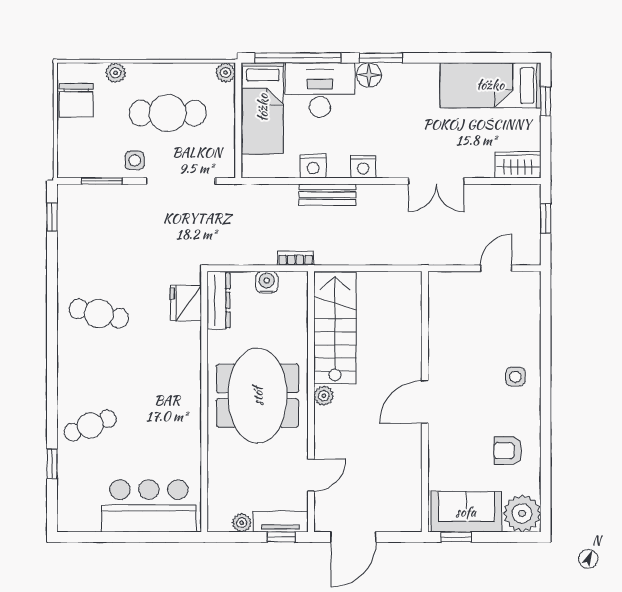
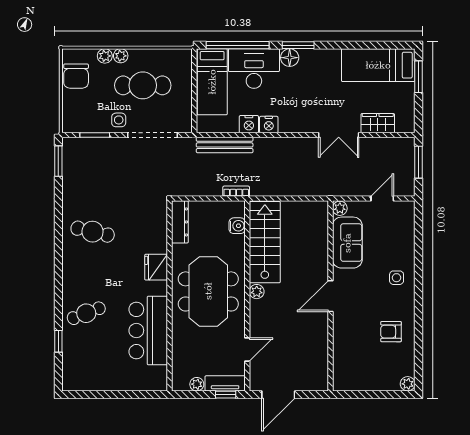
plant: (225, 73) -> (121, 56), moved
window: (546, 101) -> (418, 77), width x1.50
wardrobe: (518, 165) -> (378, 123), moved
nightstand: (363, 167) -> (269, 125), moved
bench: (327, 195) -> (225, 145), moved, width x1.36
window: (52, 217) -> (58, 161), width x1.50
window: (546, 218) -> (418, 162), width x1.50
water cooler: (267, 282) -> (237, 226), moved, turned 90
plant: (438, 282) -> (340, 208), added
fridge: (186, 303) -> (156, 267), moved
bar counter: (149, 506) -> (148, 331), moved, turned -90
sofa: (466, 512) -> (347, 243), moved, turned 90
plant: (522, 513) -> (408, 384), width x0.53, depth x0.53
window: (456, 537) -> (353, 395), removed

